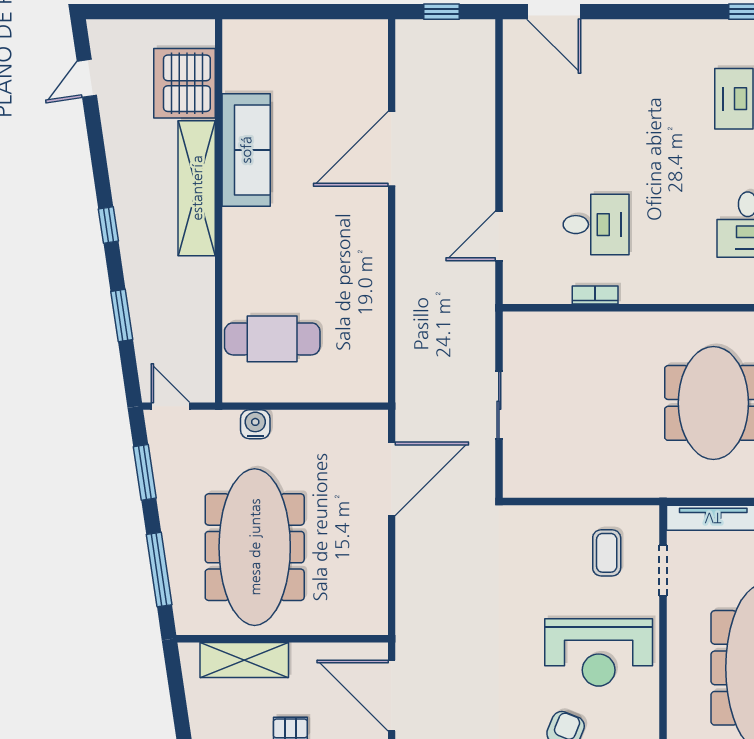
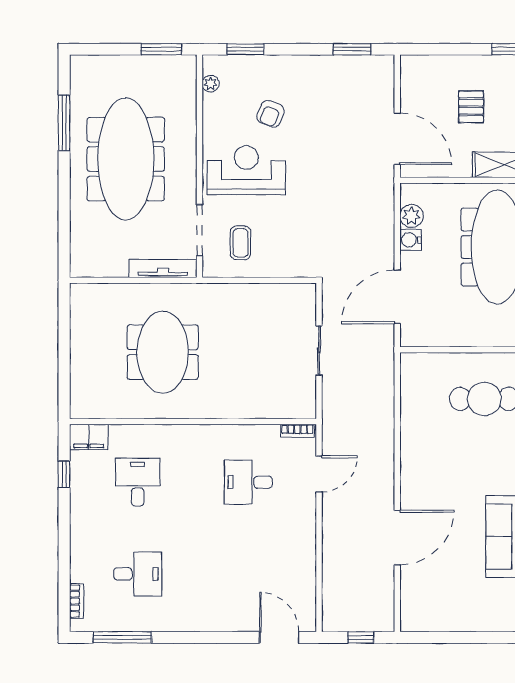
bookcase: (595, 295) -> (297, 431), moved
water cooler: (255, 424) -> (411, 240), moved, turned 90
doorway: (663, 570) -> (199, 230), width x1.38
plant: (372, 590) -> (412, 216), added

